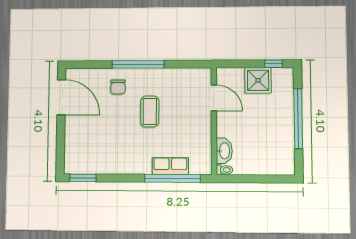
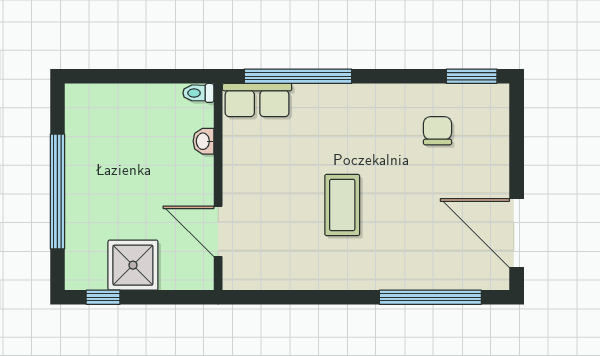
window: (138, 64) -> (430, 297), moved
chair: (118, 87) -> (437, 131), moved
washbasin: (224, 151) -> (203, 141), width x0.52, depth x0.69
row of seats: (170, 166) -> (257, 100), moved

